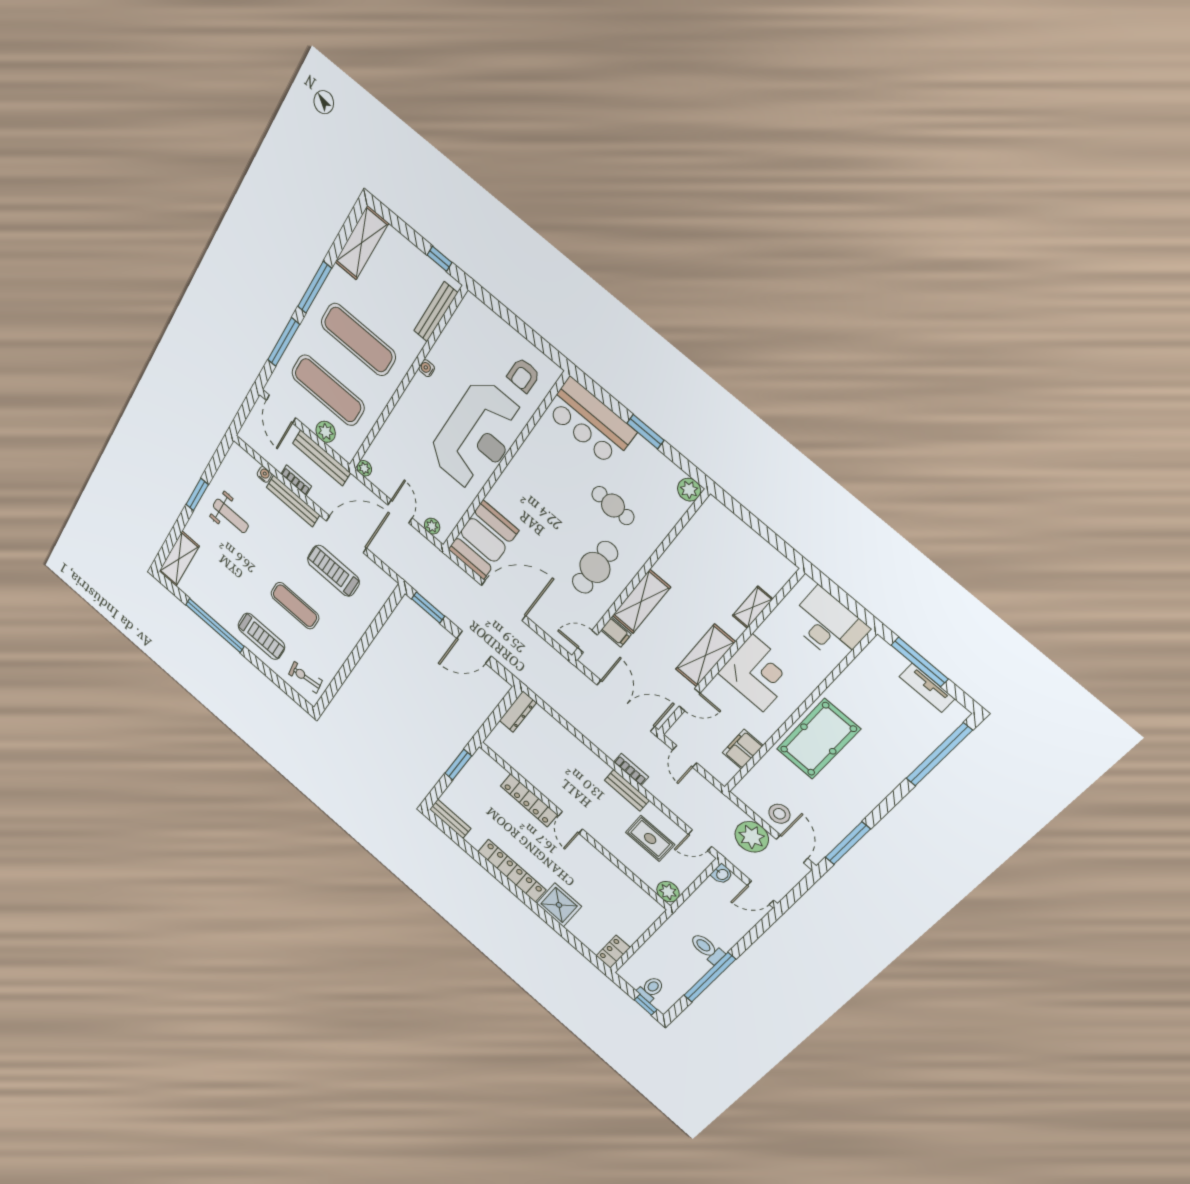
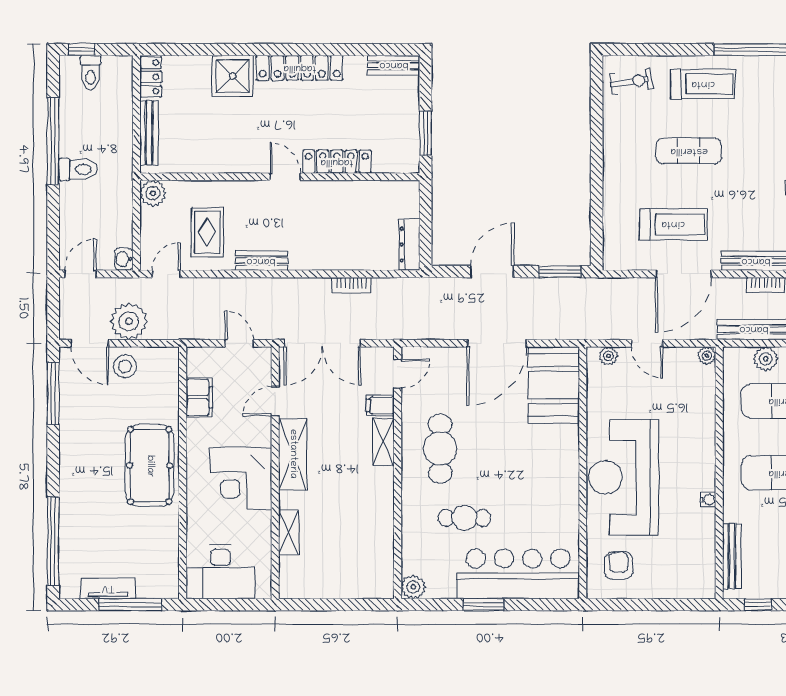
bar counter: (590, 422) -> (518, 574), width x1.36
shelving: (641, 602) -> (384, 442), width x0.67, depth x0.75
treadmill: (261, 636) -> (703, 84), turned 180
bookcase: (631, 769) -> (351, 285), moved
rug: (650, 838) -> (207, 232), turned 90
bench: (641, 925) -> (149, 133), added

